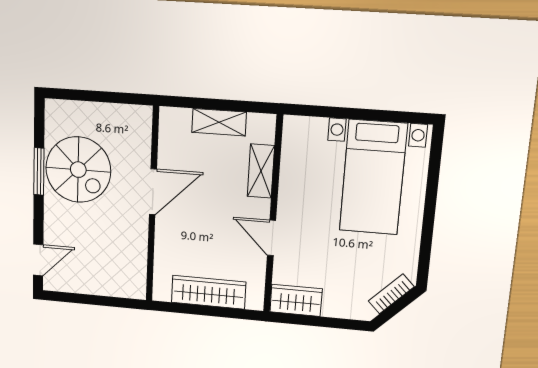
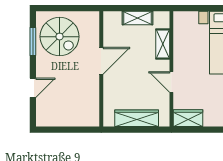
spiral stairs: (78, 170) -> (60, 37), moved
window: (39, 171) -> (33, 42), moved
door: (38, 260) -> (33, 88), moved

